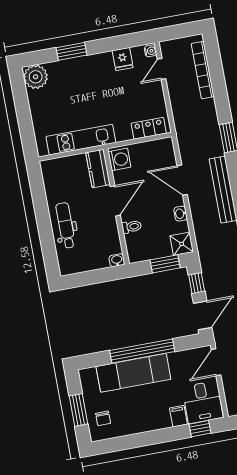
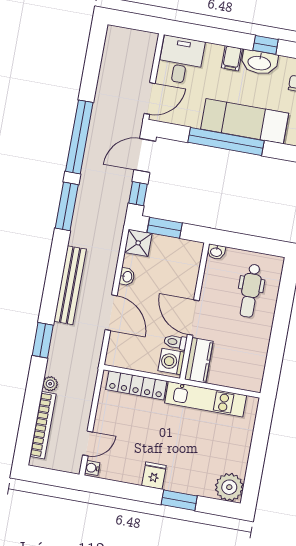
fridge: (123, 59) -> (154, 476), moved
plant: (209, 105) -> (50, 384), added
locker: (149, 128) -> (136, 385), width x1.53
door: (115, 201) -> (193, 318), hinge flipped
dental chair: (66, 225) -> (250, 291), moved
toilet: (131, 227) -> (175, 342), moved
filing cabinet: (178, 416) -> (232, 58), moved
washbasin: (139, 424) -> (259, 62), added
window: (200, 429) -> (266, 45), moved

